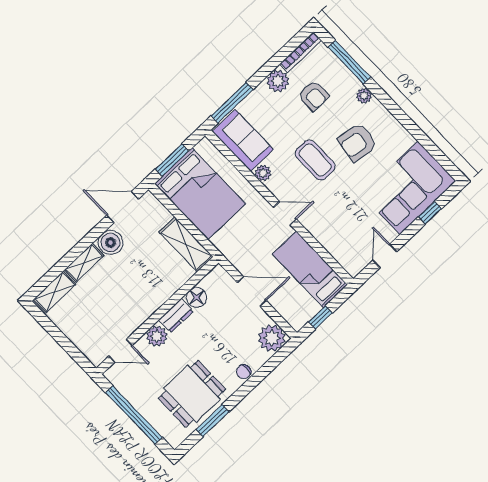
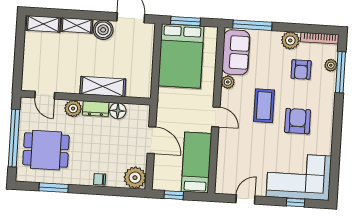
plant: (364, 96) -> (331, 65), moved
armchair: (357, 142) -> (298, 121), turned 81
shelving: (186, 244) -> (103, 87), moved, turned 90
dining table: (192, 394) -> (46, 150), moved

